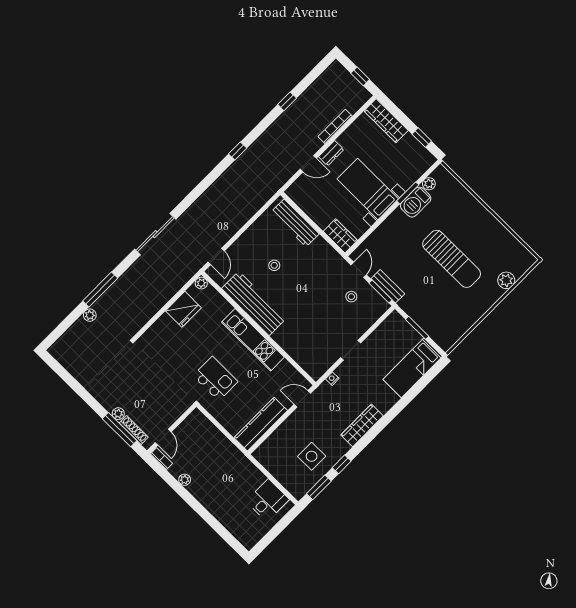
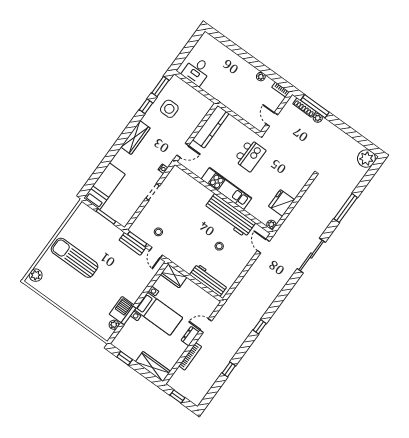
sun lounger: (452, 259) -> (75, 258), moved
plant: (506, 280) -> (36, 275), moved
plant: (90, 315) -> (366, 159), moved, width x1.88, depth x1.88
kitchen island: (215, 379) -> (250, 155), turned -90
door: (163, 437) -> (272, 119), moved

